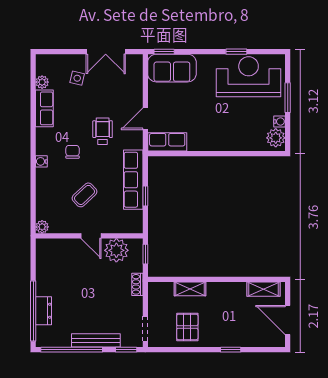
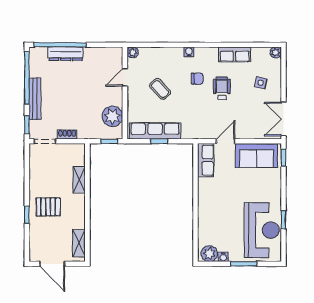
double door: (106, 52) -> (283, 119), moved
sofa: (172, 68) -> (257, 155), moved, turned -90
plant: (42, 82) -> (276, 52), moved
door: (145, 119) -> (226, 141), hinge flipped
wheelchair: (103, 131) -> (222, 88), moved, turned -90
row of seats: (133, 180) -> (155, 131), moved
door: (91, 236) -> (125, 77), moved
shoe rack: (137, 284) -> (67, 134), moved
dresser: (44, 311) -> (66, 54), width x1.44
door: (288, 320) -> (52, 264), swing flipped
pallet: (187, 327) -> (48, 207), moved

